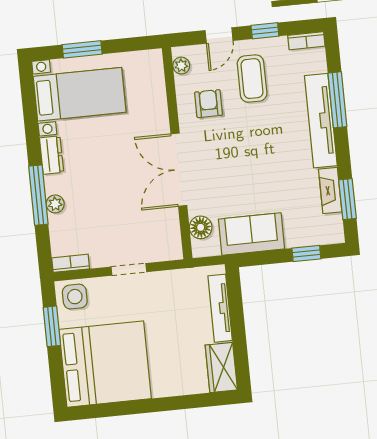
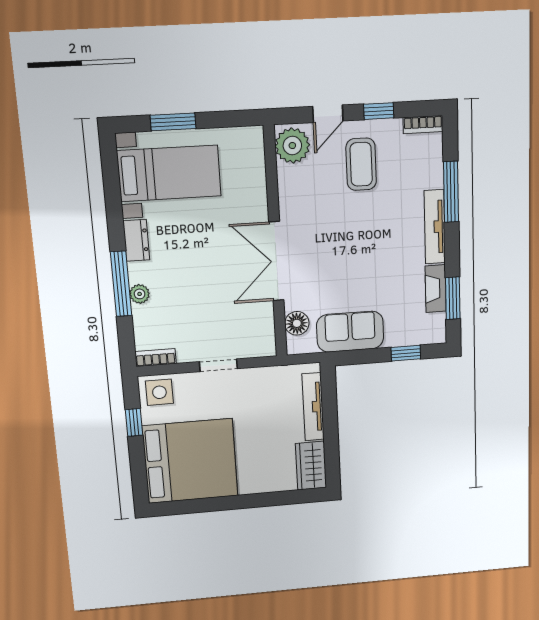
plant: (181, 66) -> (292, 146), width x1.88, depth x1.88
armchair: (209, 104) -> (312, 190), removed
tv unit: (321, 121) -> (435, 227), width x0.73, depth x0.78
window: (52, 326) -> (134, 422), width x0.67

